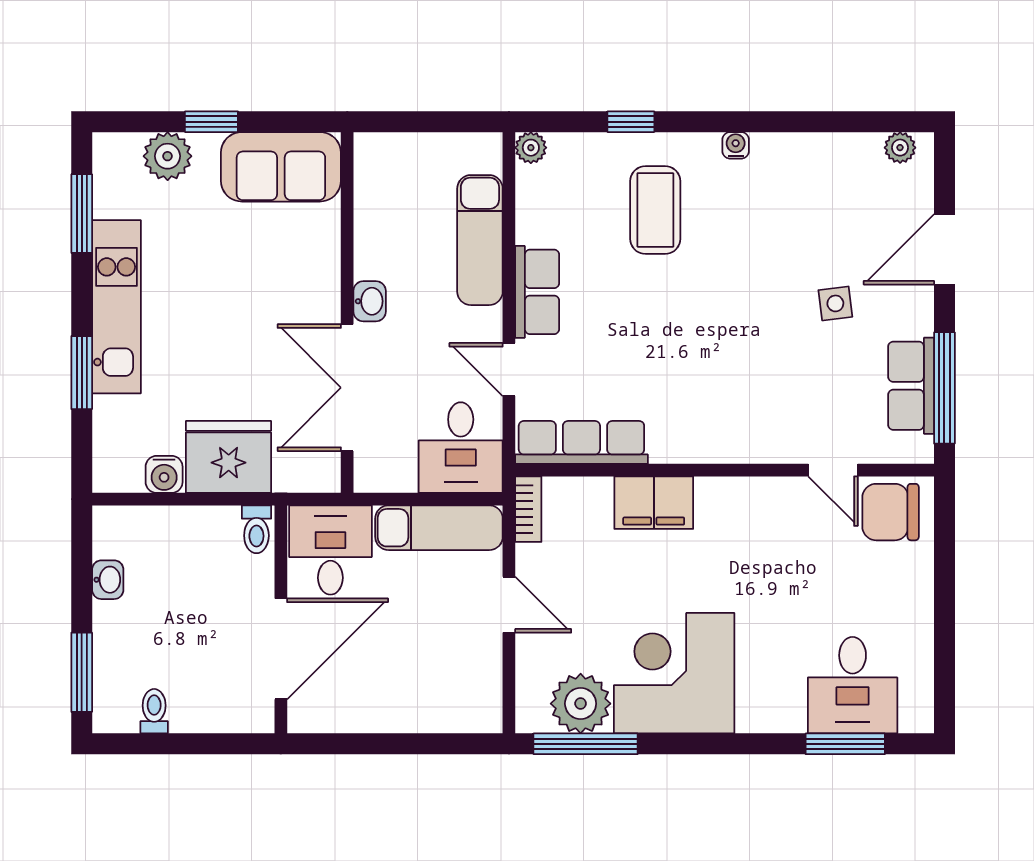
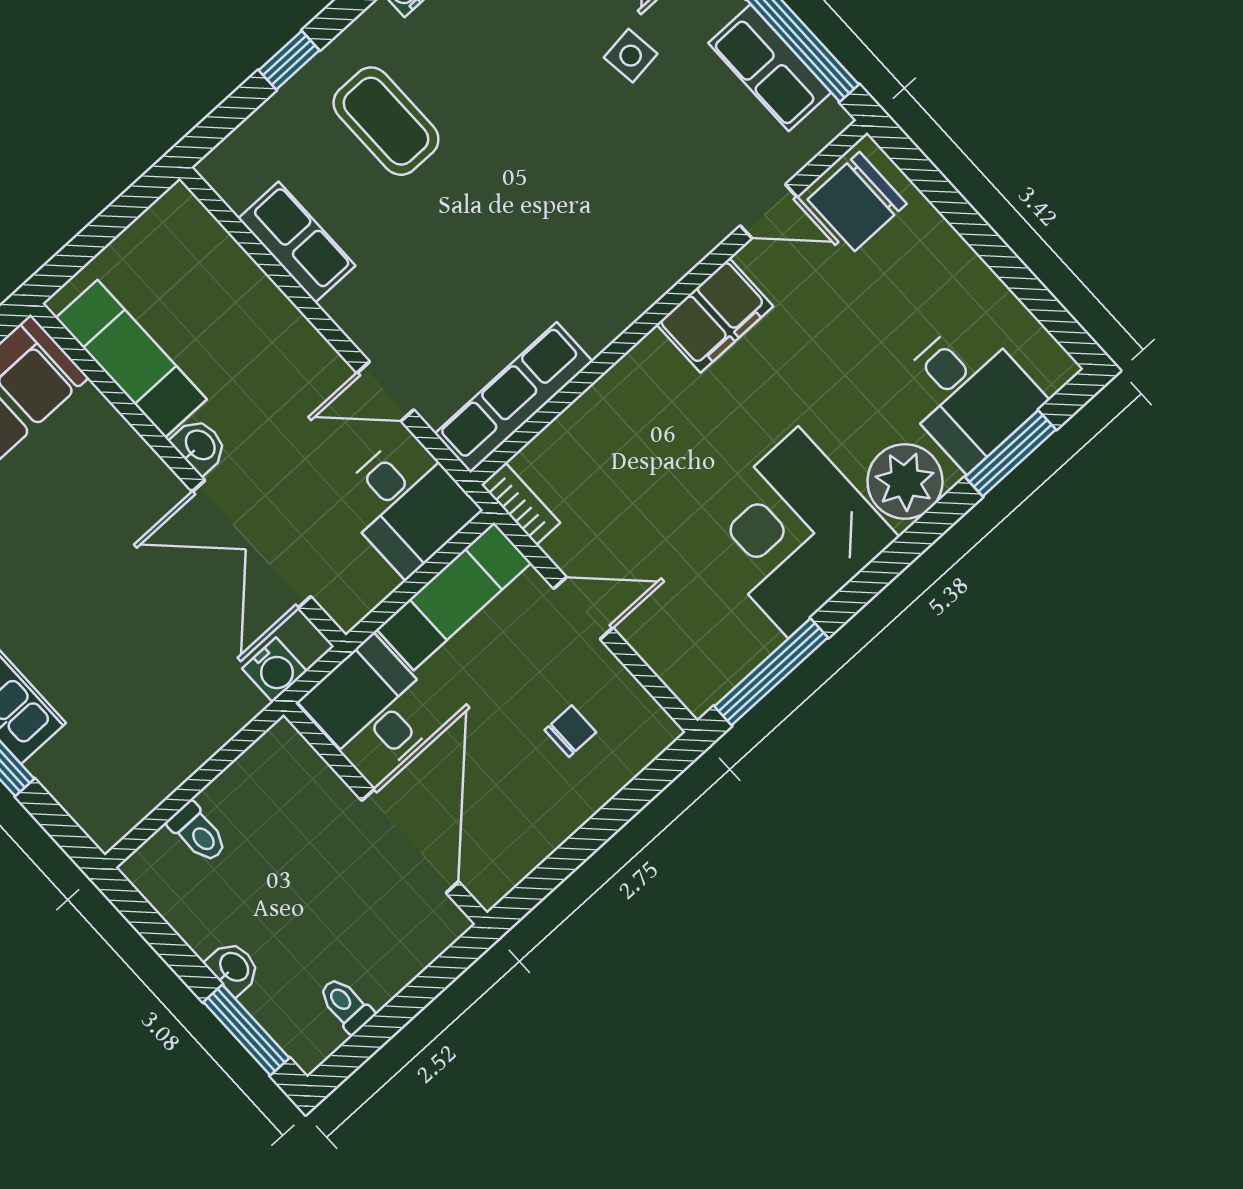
plant: (531, 148) -> (219, 168), removed
exam couch: (480, 240) -> (131, 359), moved, turned 180
row of seats: (537, 292) -> (297, 242), moved
fridge: (229, 457) -> (200, 708), removed
water cooler: (164, 474) -> (274, 670), moved
filing cabinet: (654, 503) -> (715, 315), moved
toilet: (256, 529) -> (198, 833), moved
washbasin: (108, 580) -> (233, 968), moved
chair: (435, 670) -> (570, 731), added
plant: (581, 704) -> (905, 481), moved

